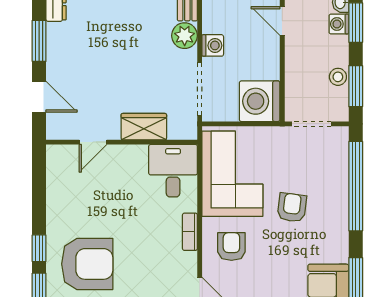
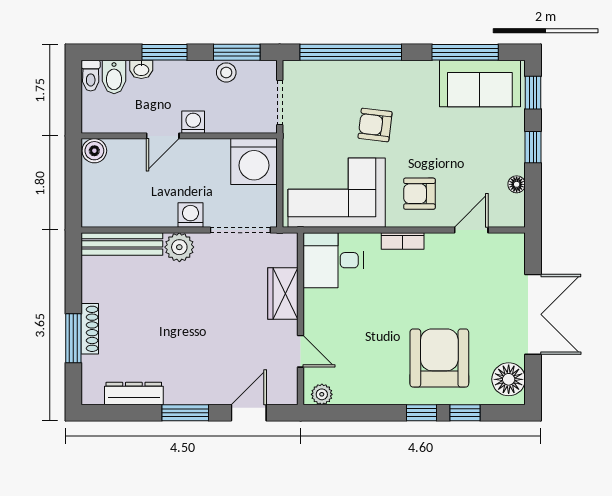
washing machine: (339, 24) -> (193, 122), moved, turned 180
plant: (55, 161) -> (322, 394), added

